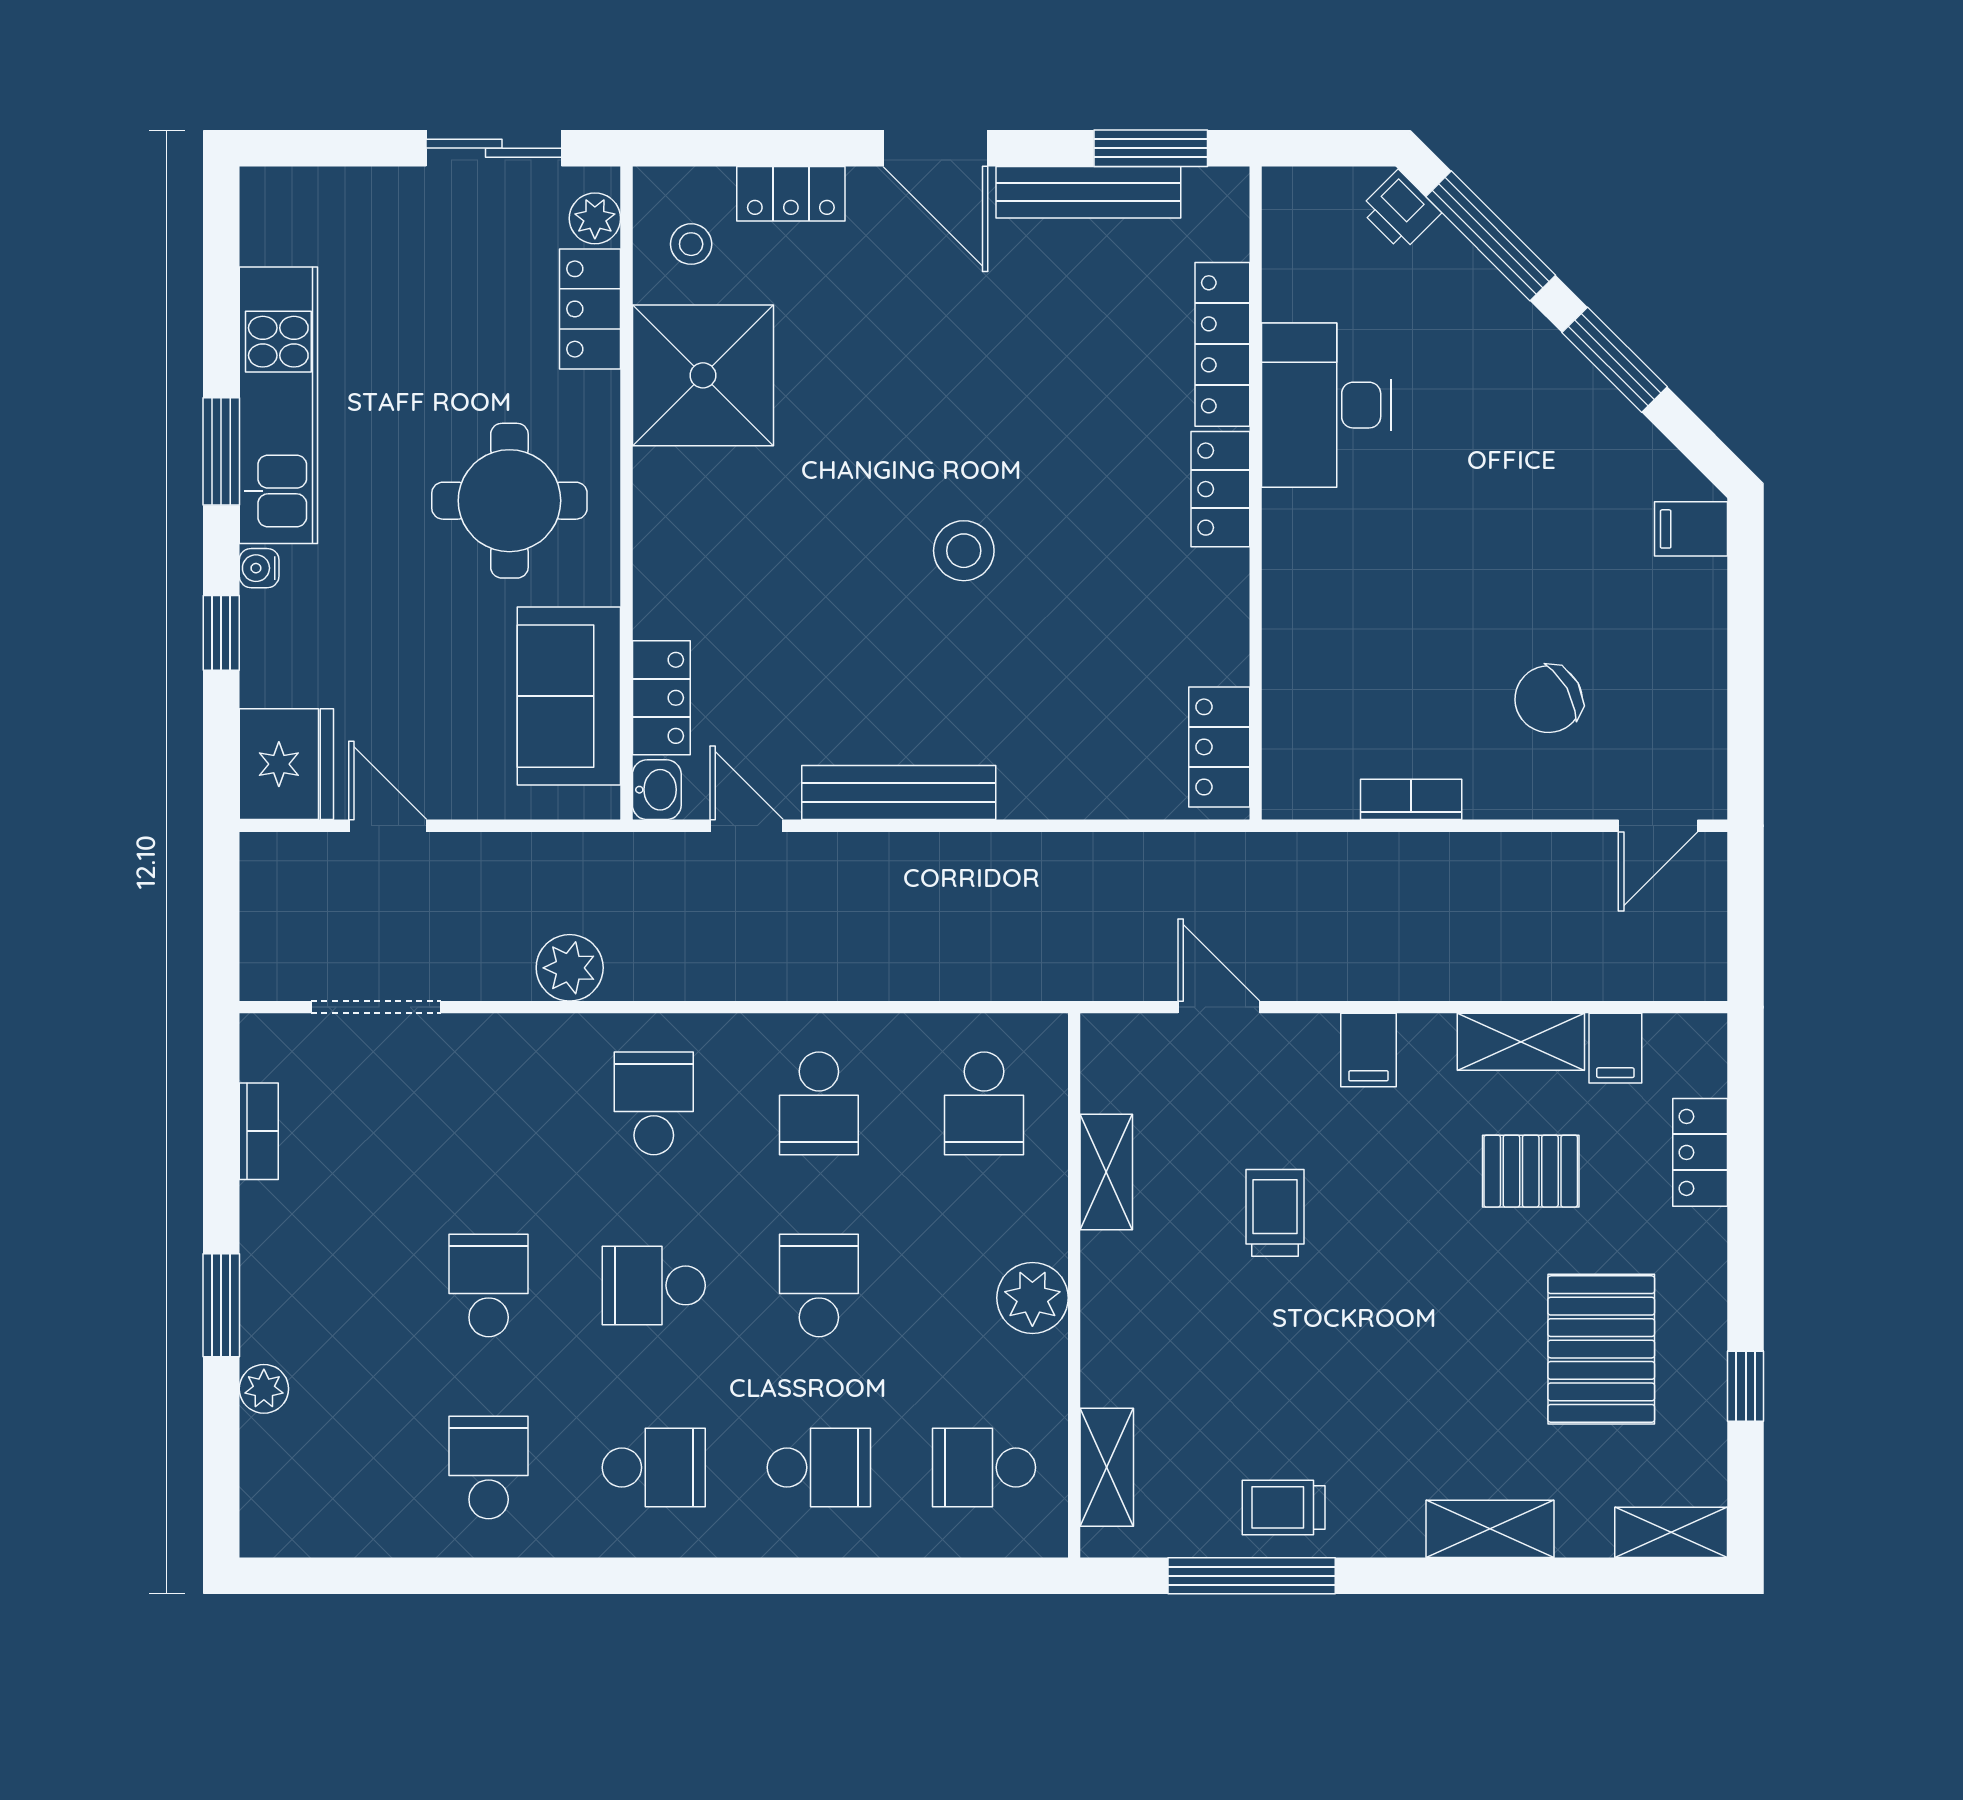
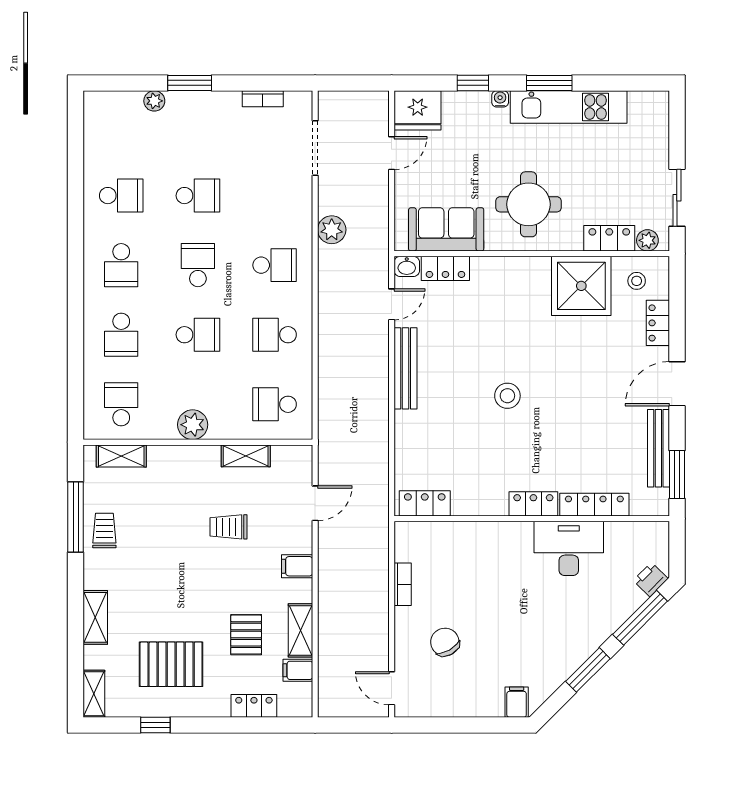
trolley: (1275, 1213) -> (228, 527), turned 180

